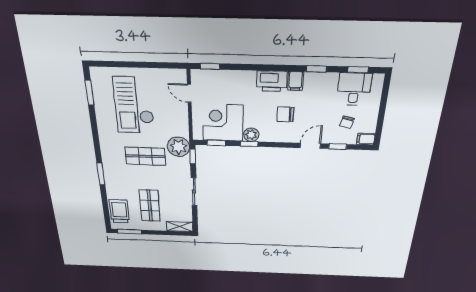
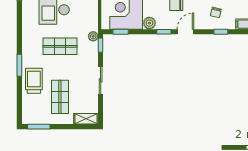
chair: (347, 122) -> (216, 12), moved
window: (249, 144) -> (164, 32), moved
door: (310, 146) -> (185, 32), moved
plant: (179, 147) -> (93, 36), width x0.53, depth x0.53
trolley: (119, 211) -> (34, 81), moved

